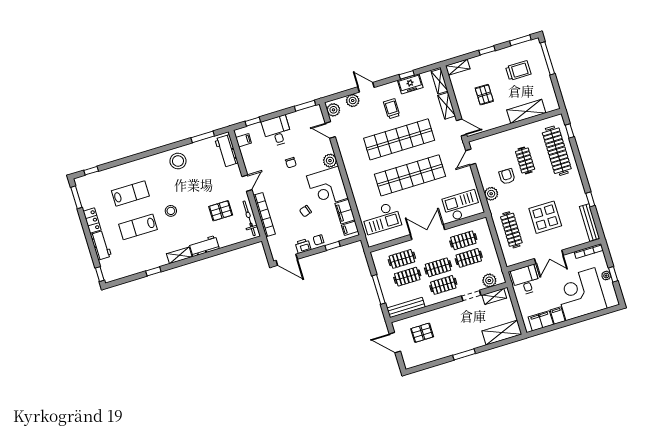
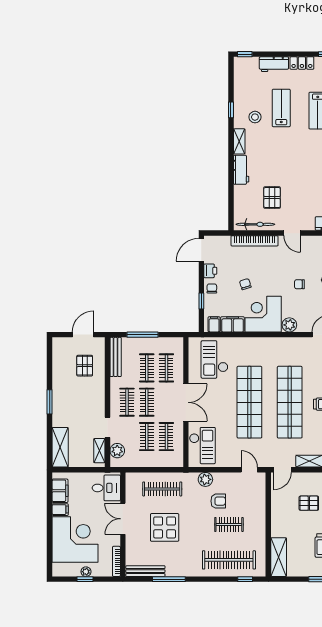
shelving: (526, 111) -> (279, 557), moved
window: (590, 199) -> (169, 579), width x2.17
stool: (171, 211) -> (255, 117), moved

